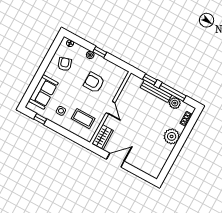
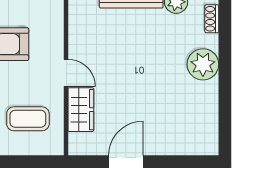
wardrobe: (103, 137) -> (81, 110), moved

